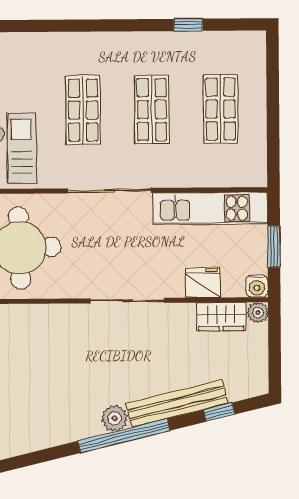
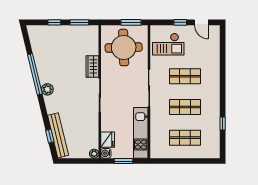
fridge: (203, 283) -> (108, 140), moved
wardrobe: (221, 317) -> (92, 66), moved
bench: (177, 404) -> (58, 135), moved
window: (124, 436) -> (35, 74), moved

